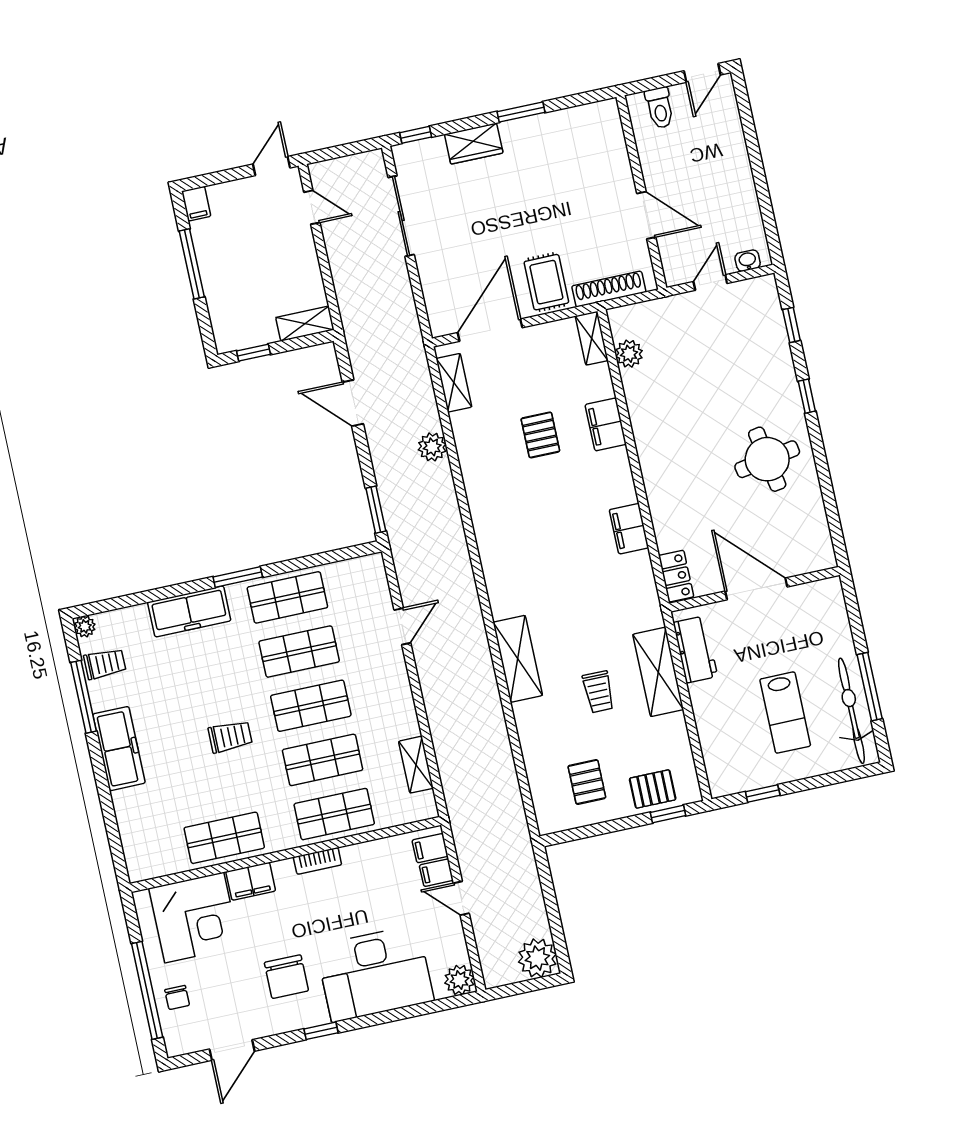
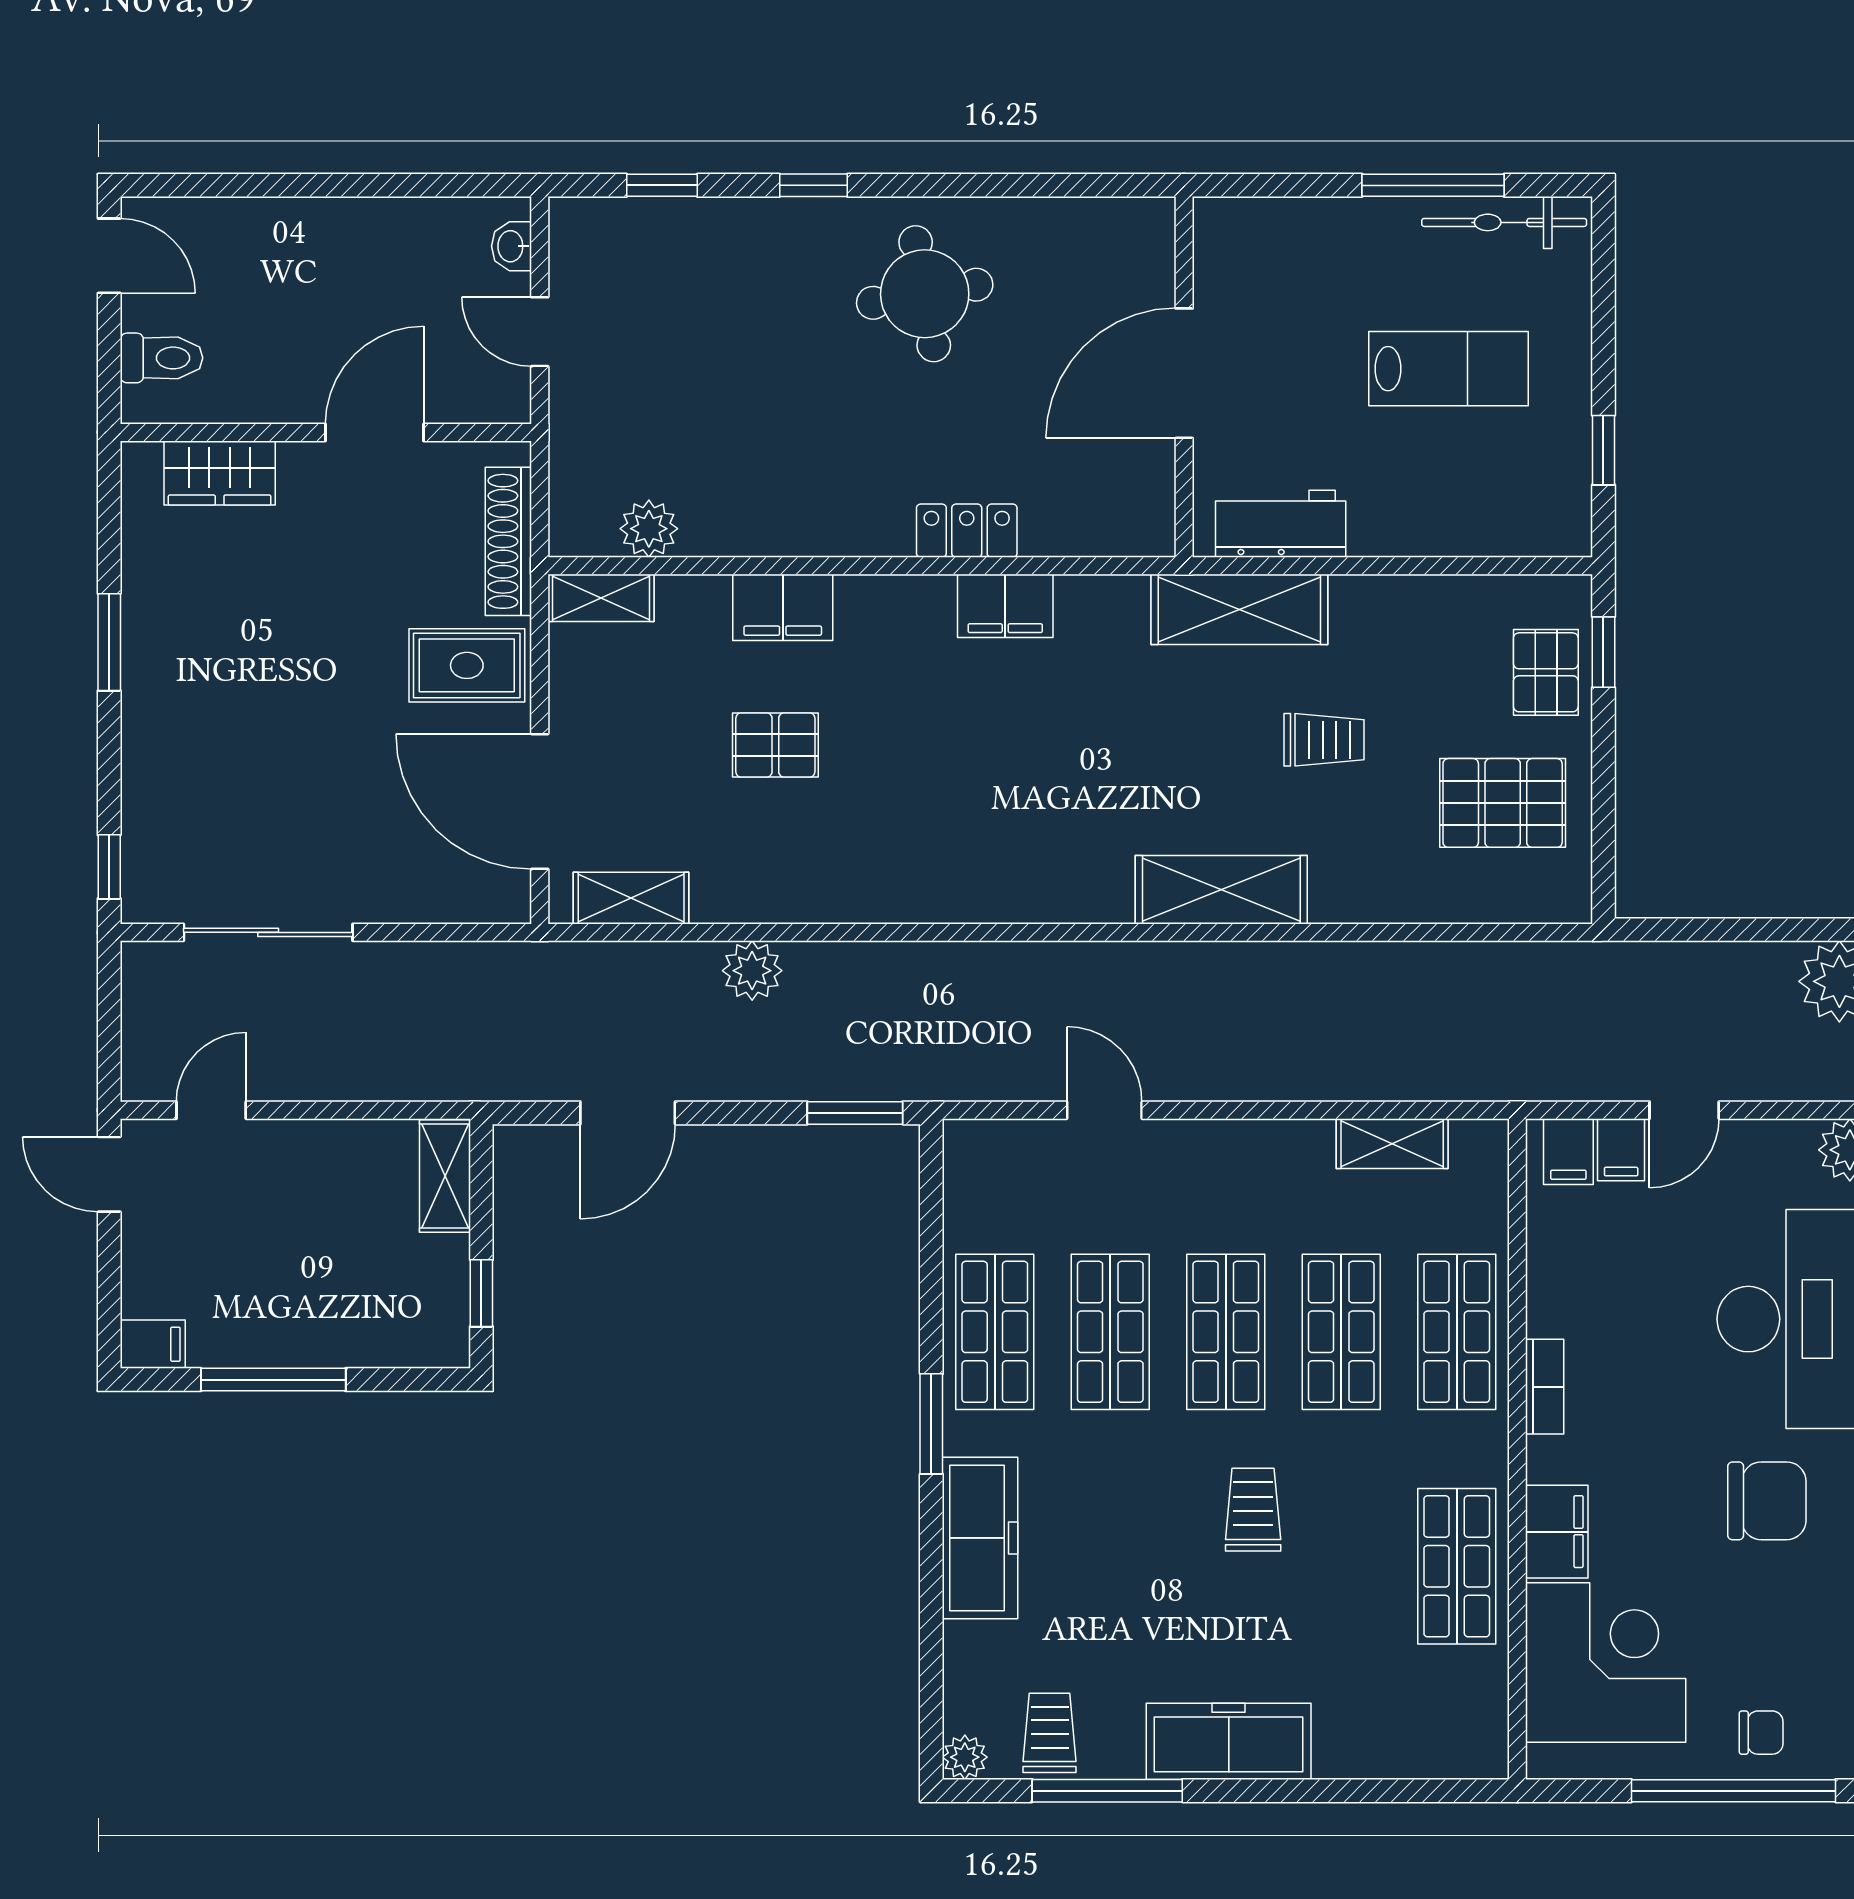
wardrobe: (474, 144) -> (220, 473), moved, turned 90
locker: (676, 576) -> (967, 531), moved
shelving: (658, 672) -> (1239, 609), moved
bicycle: (851, 711) -> (1504, 222), width x0.73, depth x0.71
pallet: (587, 782) -> (1503, 803), width x1.50, depth x1.42

